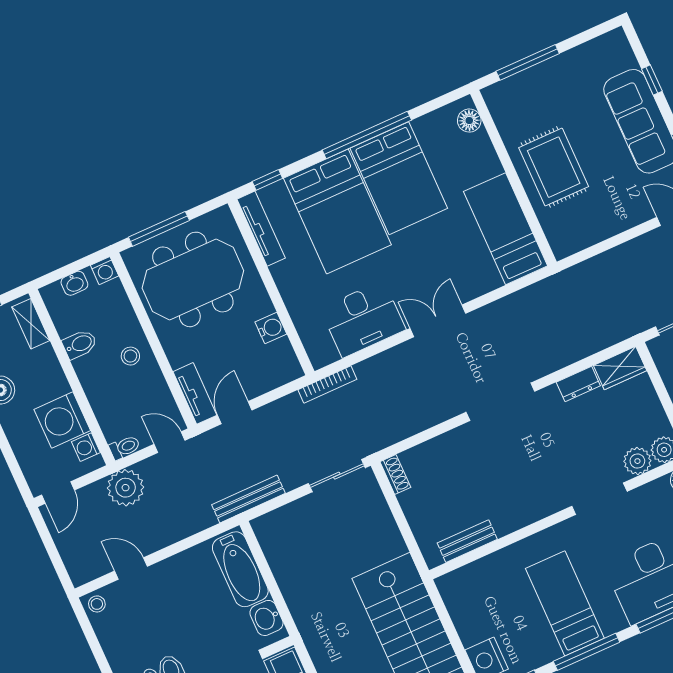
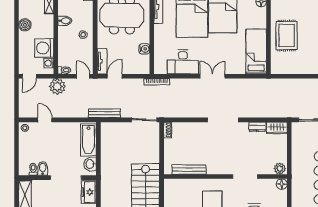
plant: (637, 461) -> (267, 168), removed
bench: (467, 541) -> (189, 170), width x1.36

